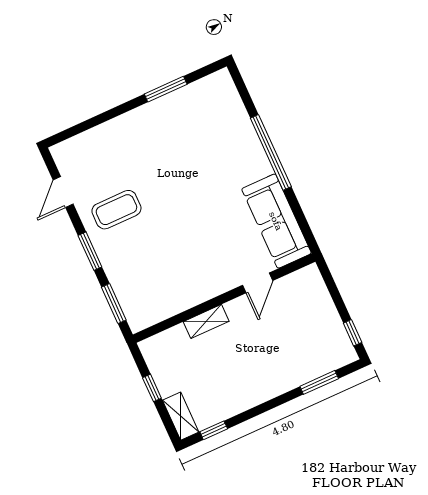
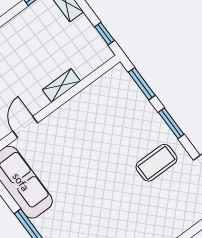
window: (152, 388) -> (105, 34), moved

